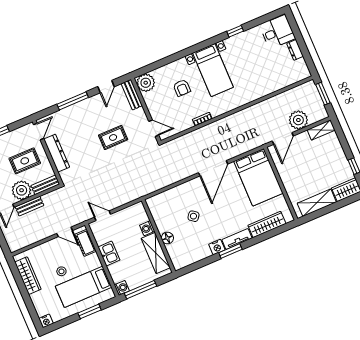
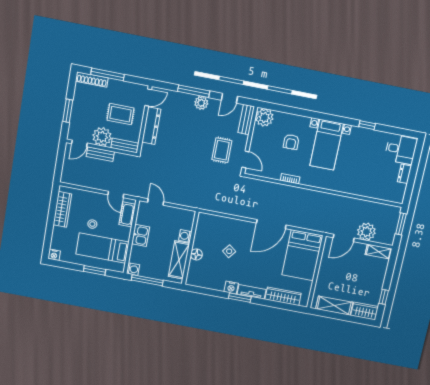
plant: (85, 106) -> (201, 103), added
rug: (113, 137) -> (222, 150), moved, turned 90

